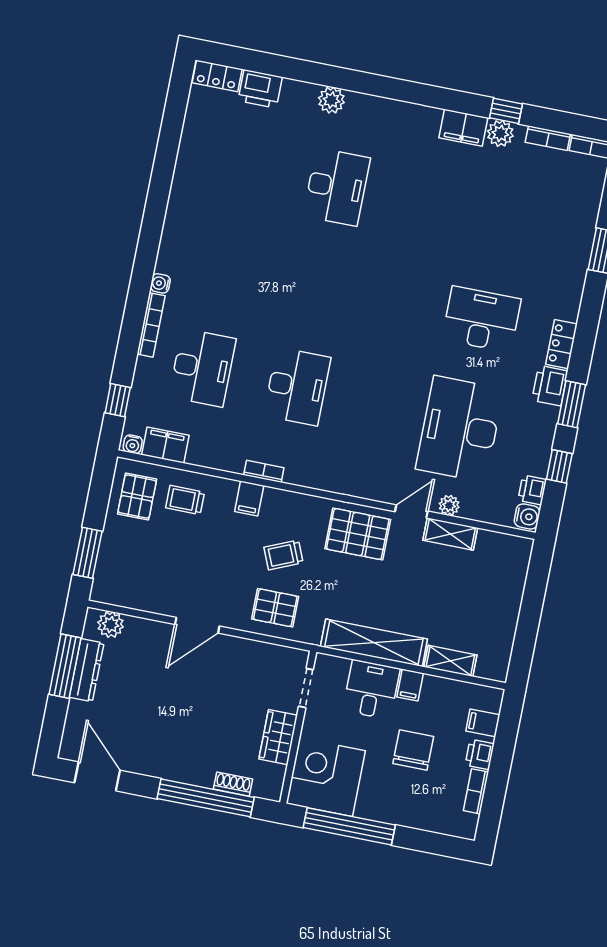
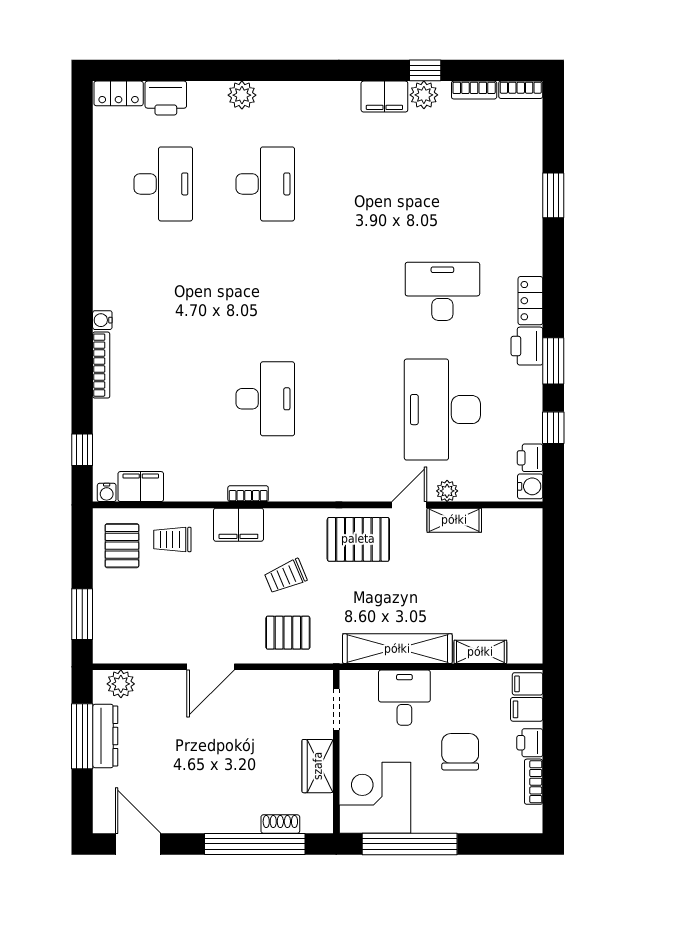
desk: (202, 368) -> (163, 184), moved
filing cabinet: (249, 498) -> (238, 525), width x2.00
filing cabinet: (410, 685) -> (528, 684), moved, turned 90

